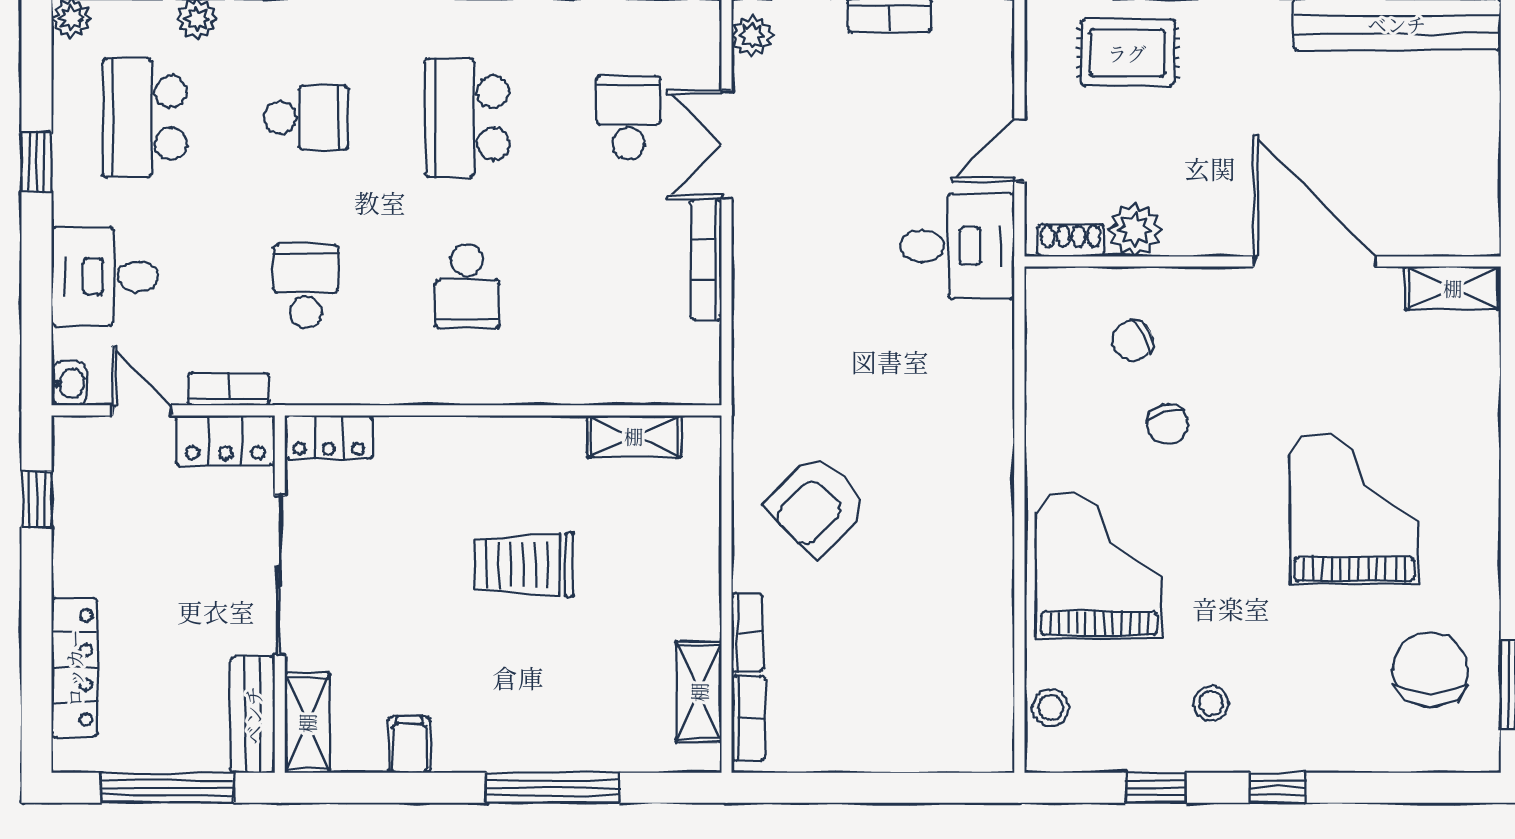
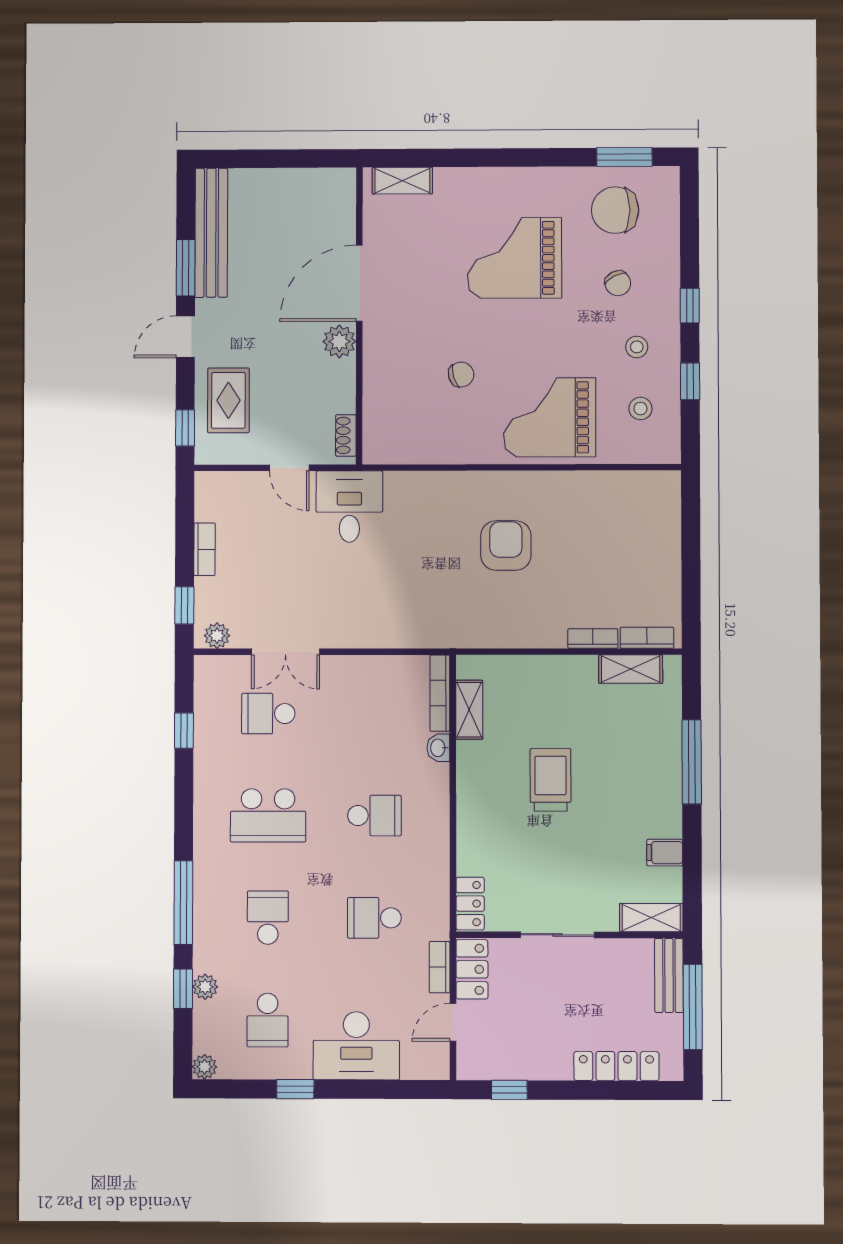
school desk: (145, 118) -> (268, 1020), width x0.54
plant: (1135, 230) -> (339, 341), moved
bookcase: (706, 260) -> (440, 693), moved, turned 90
desk: (105, 276) -> (356, 1046), width x1.37
shelving: (1453, 288) -> (402, 181), moved, turned 90
chair: (1133, 341) -> (618, 283), moved
washbasin: (69, 383) -> (438, 748), moved, turned -90
armchair: (817, 505) -> (506, 546), moved, turned -135
trolley: (524, 565) -> (551, 780), turned 180
sliding door: (280, 575) -> (557, 935), width x0.73
stool: (1051, 708) -> (640, 409), moved
bench: (253, 715) -> (669, 975), moved, turned 90

